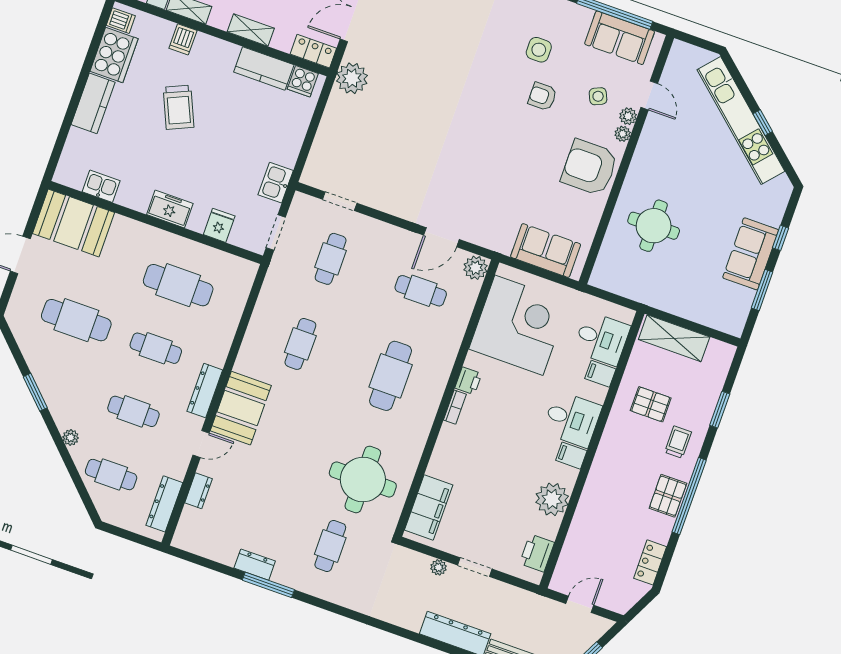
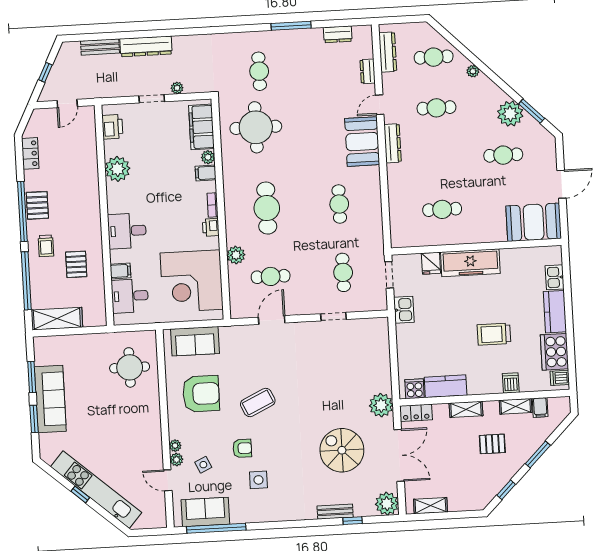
spiral stairs: (422, 43) -> (342, 450), added
trolley: (179, 107) -> (494, 334), turned -66
coffee table: (500, 144) -> (258, 402), added
armchair: (589, 167) -> (201, 394), moved
kitchen sink: (101, 186) -> (555, 277), moved, turned 90
doorway: (340, 201) -> (334, 317), moved
freezer: (170, 209) -> (470, 263), width x1.91, depth x1.26
round table: (654, 226) -> (130, 367), moved
window: (781, 238) -> (34, 419), width x1.50
sofa: (751, 254) -> (50, 399), width x1.36
plant: (475, 268) -> (236, 255), moved
cafe table: (178, 285) -> (442, 209), width x0.73, depth x0.74
cafe table: (76, 320) -> (503, 155), width x0.73, depth x0.74
shelving: (674, 338) -> (57, 319), moved
cafe table: (156, 348) -> (439, 159), removed
plant: (47, 367) -> (510, 114), added
window: (35, 392) -> (532, 111), moved
pallet: (651, 404) -> (76, 264), turned 90
window: (720, 410) -> (26, 281), width x2.11
filing cabinet: (571, 456) -> (206, 173), moved, turned 180
plant: (436, 468) -> (208, 157), added
dresser: (255, 565) -> (338, 34), moved

